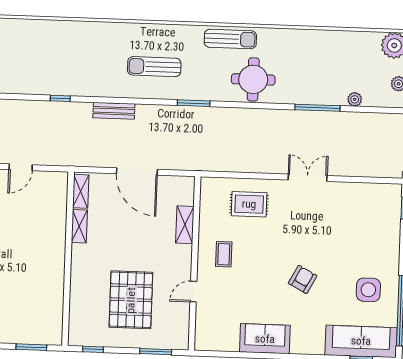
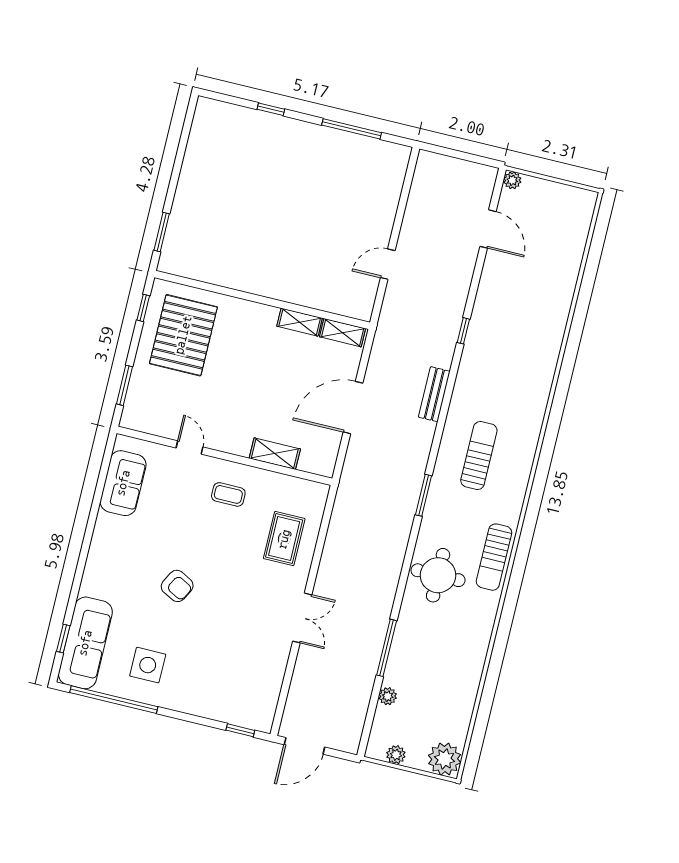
door: (21, 167) -> (388, 264), hinge flipped
pallet: (131, 300) -> (183, 335), moved, turned 90
sofa: (265, 339) -> (123, 483), moved

